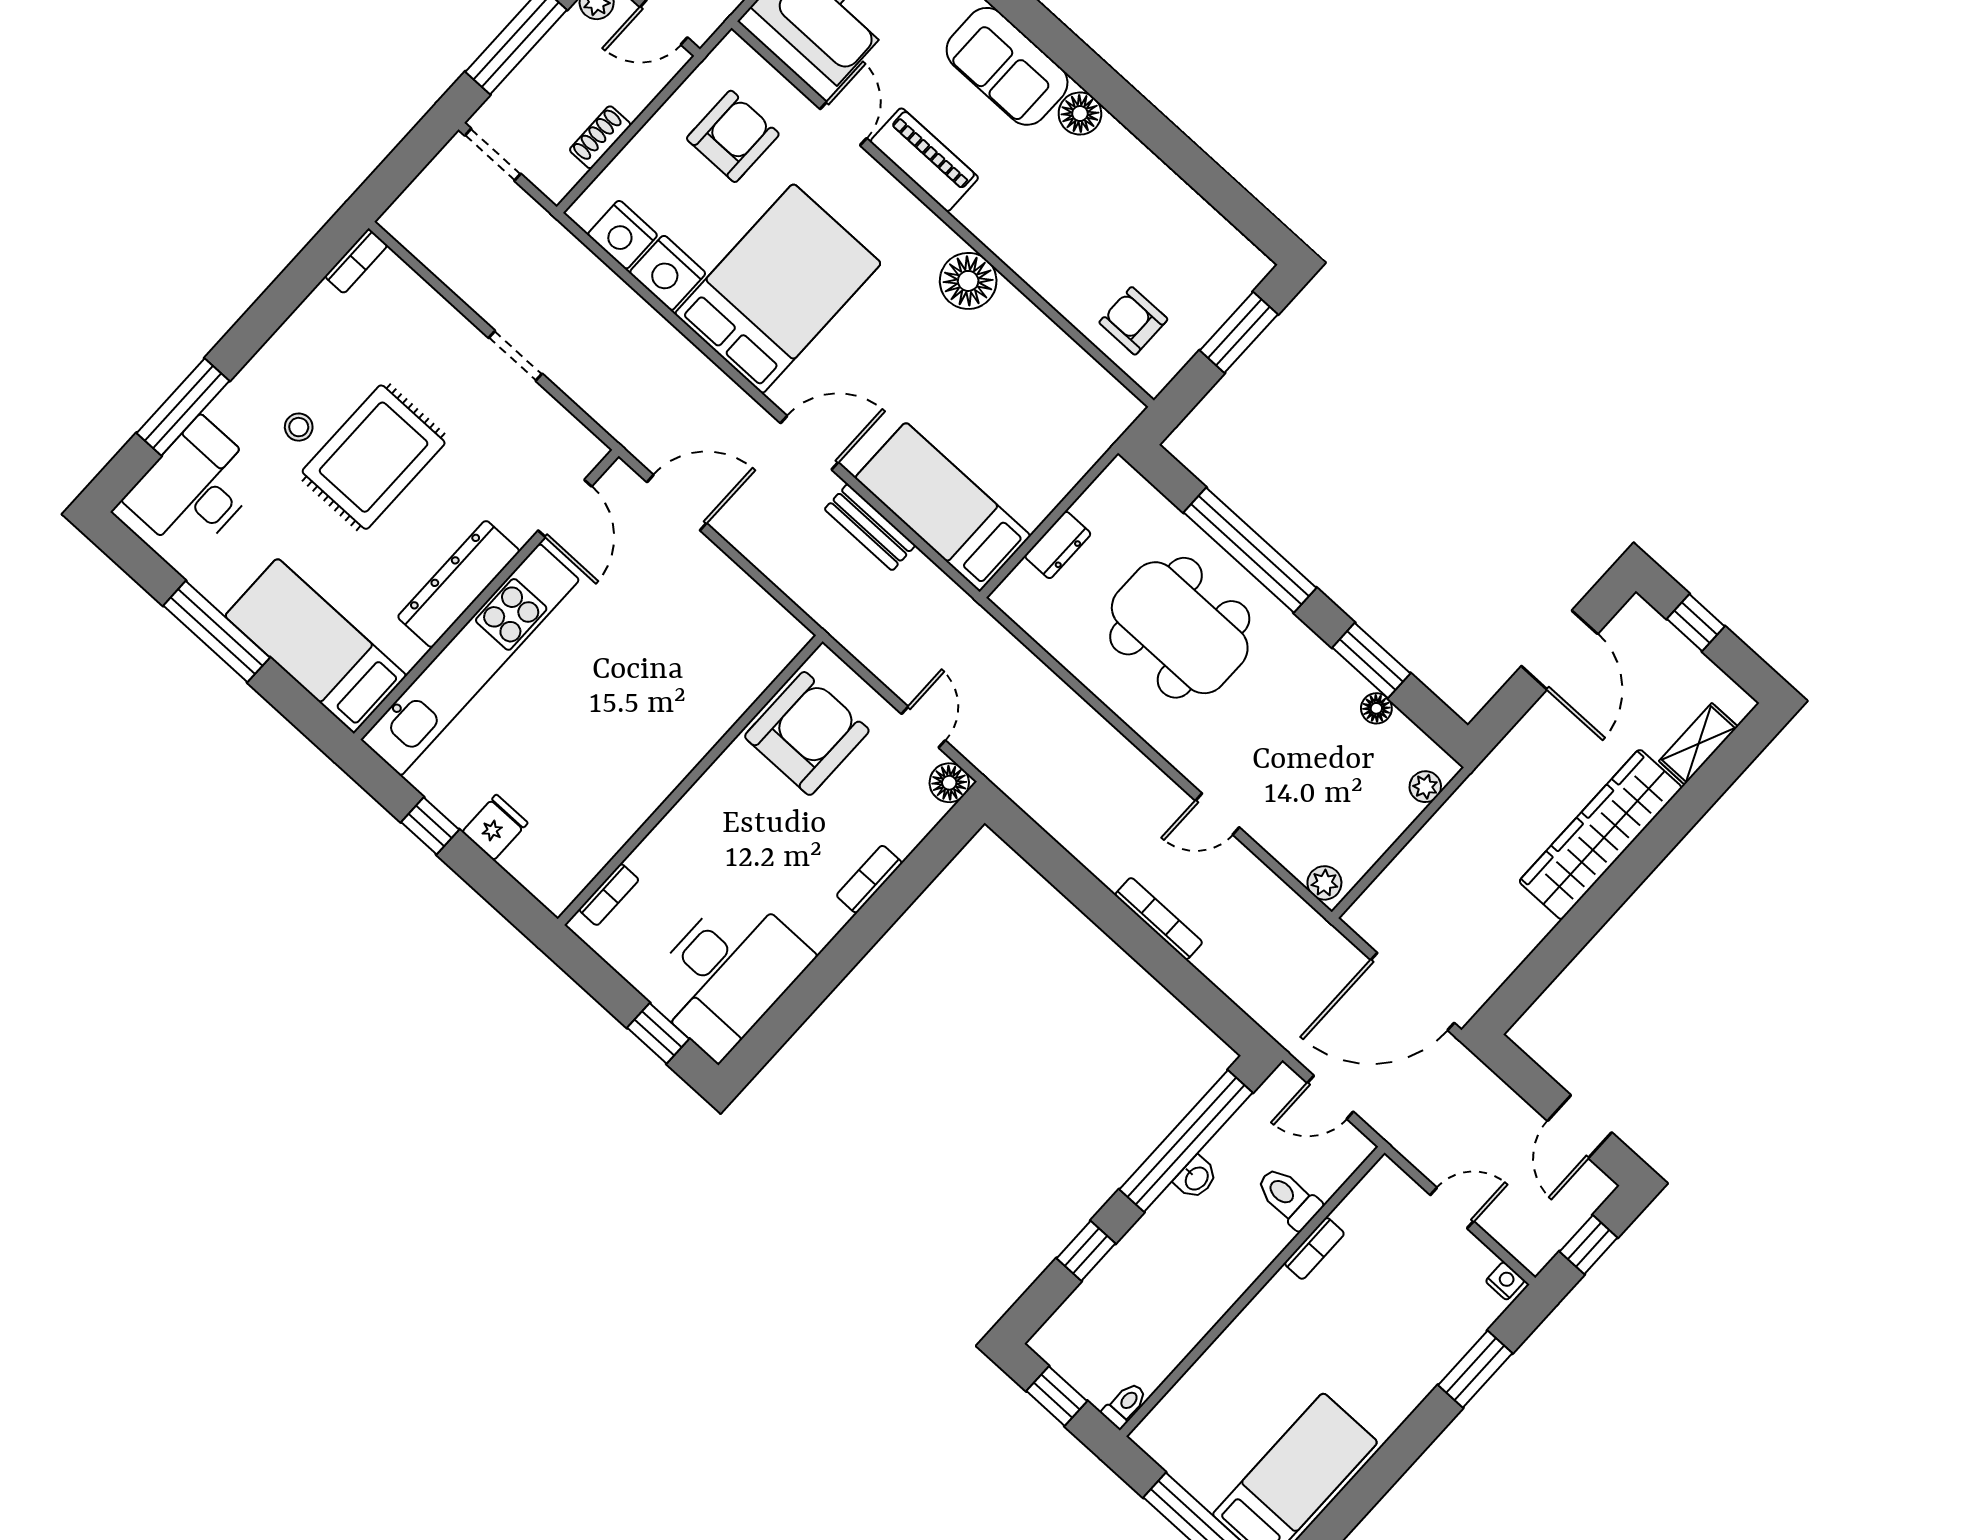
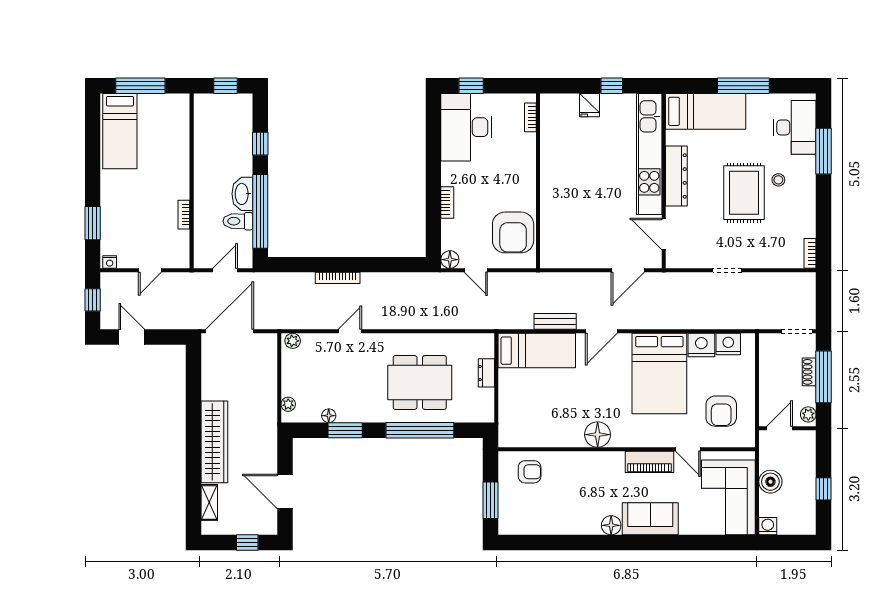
shoe rack: (600, 137) -> (809, 372), moved, turned 180
washbasin: (1196, 1178) -> (242, 194), width x1.91, depth x1.45
toilet: (1288, 1198) -> (238, 221), moved, turned 180
toilet: (1125, 1405) -> (200, 104), removed

